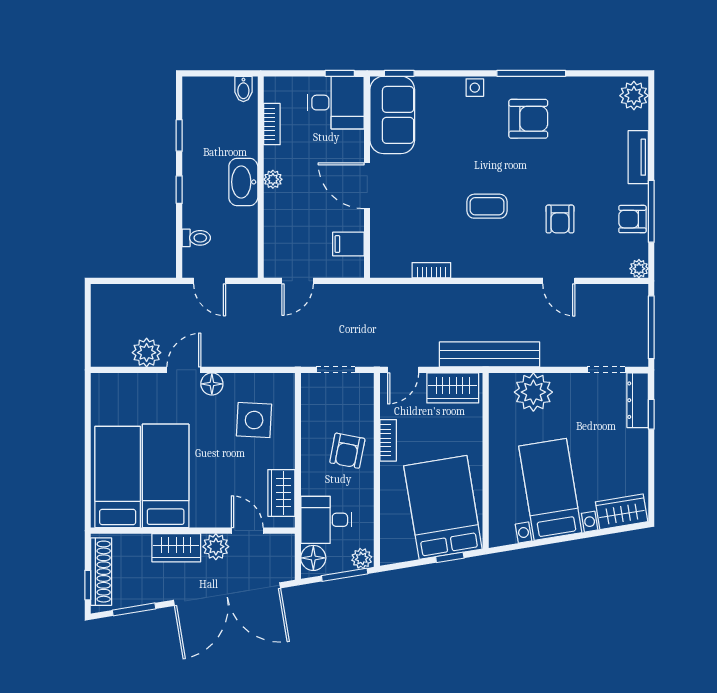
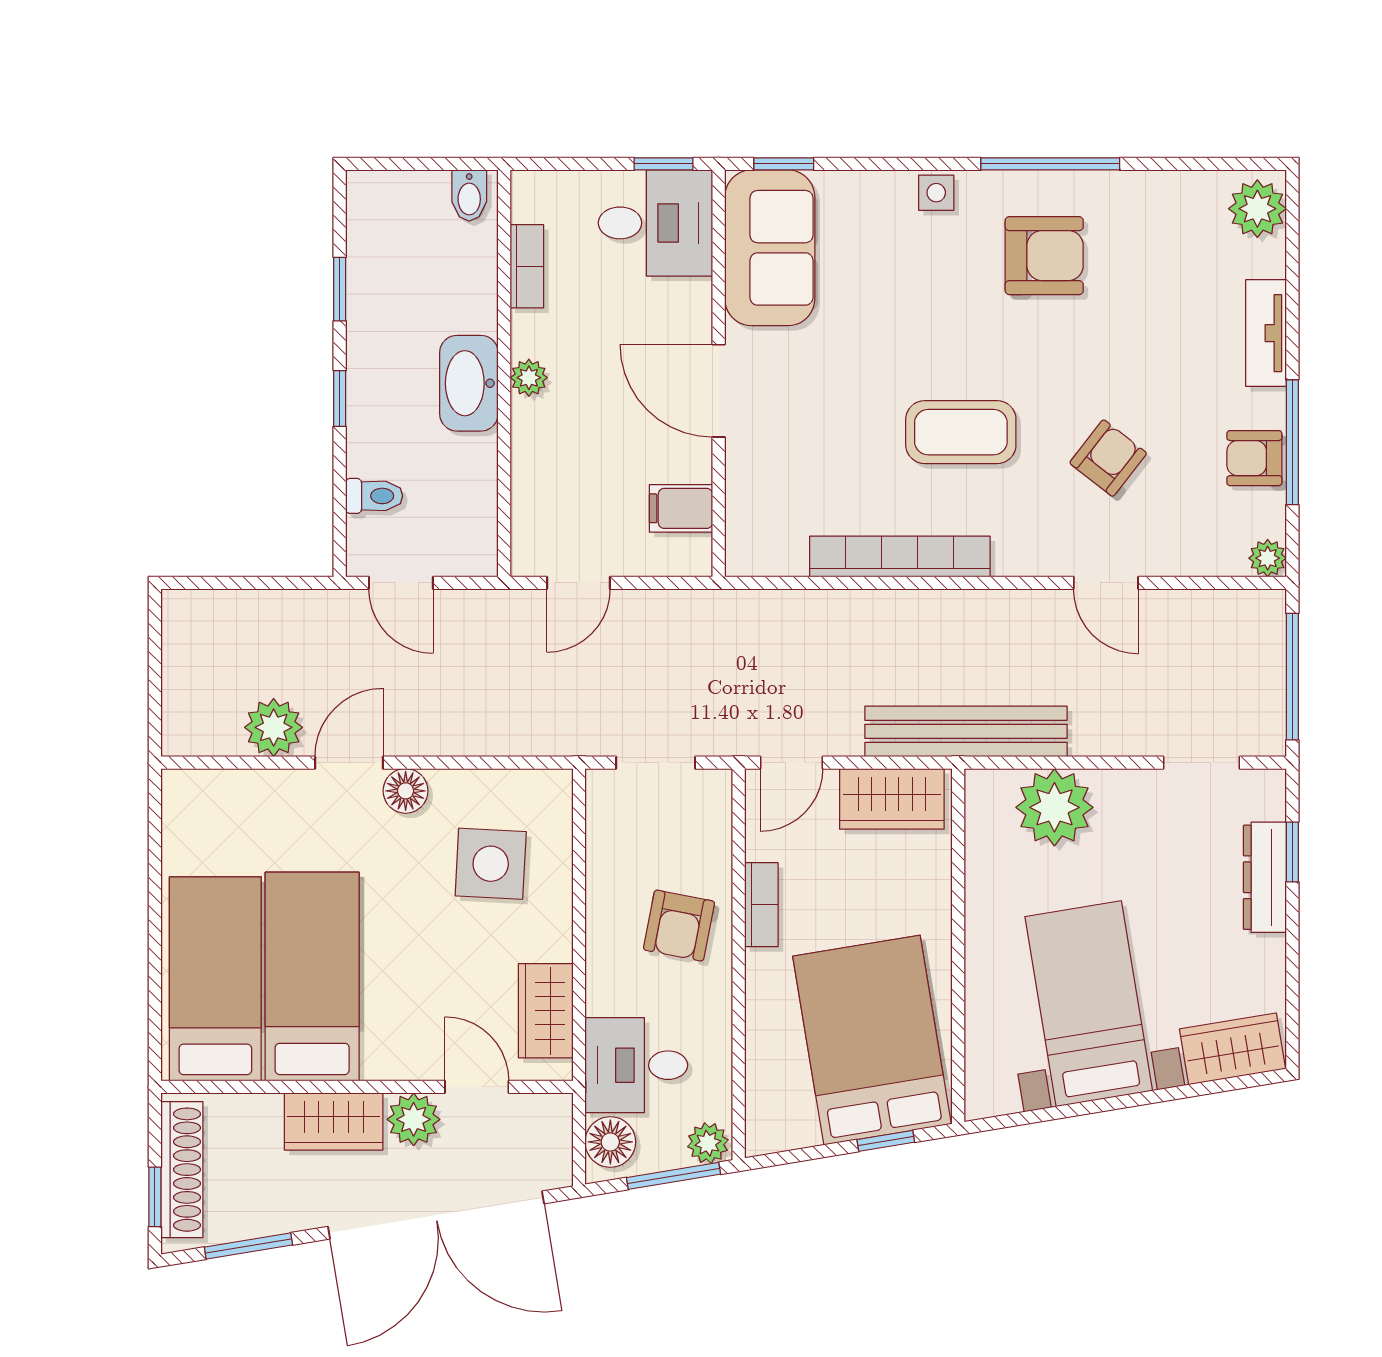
coffee table: (487, 206) -> (961, 432), width x1.36, depth x1.30
armchair: (560, 219) -> (1108, 458), turned -142
bookcase: (431, 270) -> (900, 556), width x2.31, depth x1.31
dresser: (638, 400) -> (1265, 877), moved

